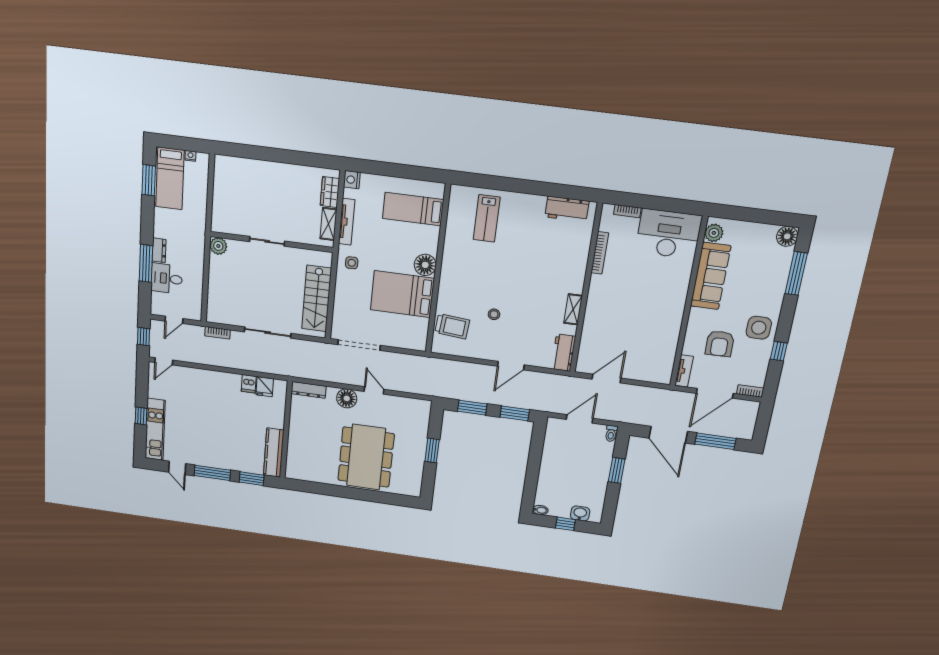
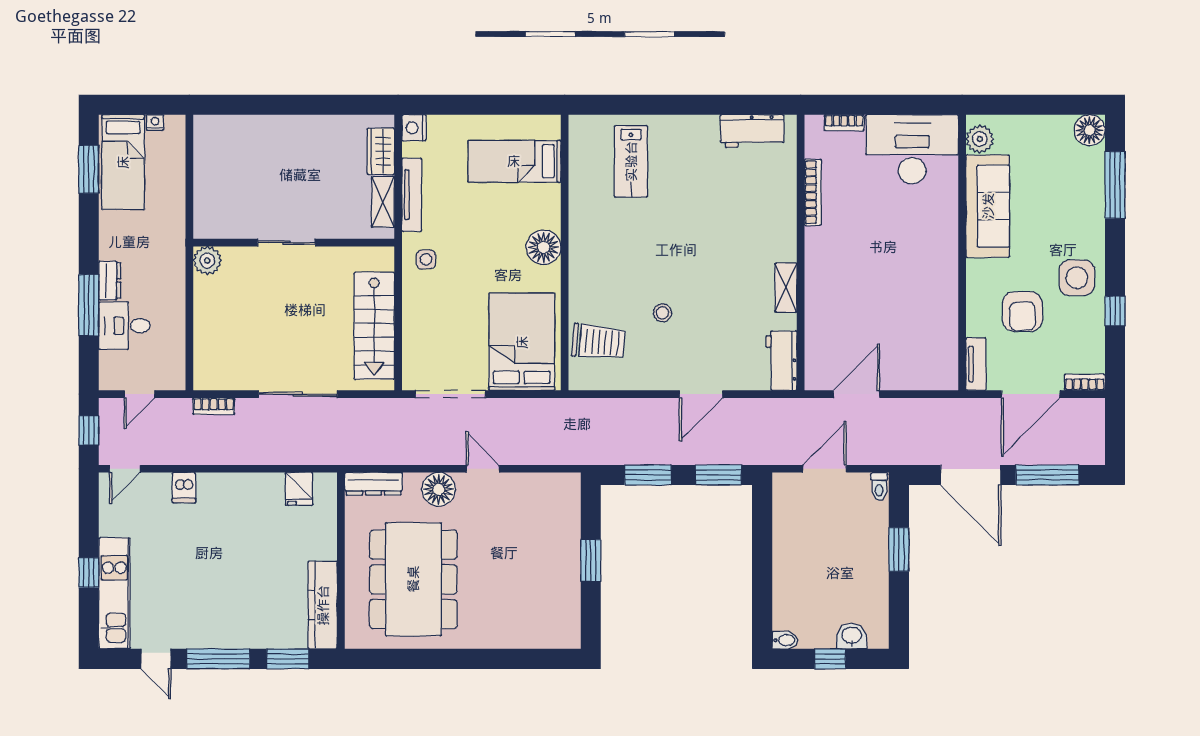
bed: (402, 294) -> (522, 342), moved, turned 90
dishwasher: (249, 384) -> (184, 488), moved
dining table: (366, 457) -> (413, 579), moved

